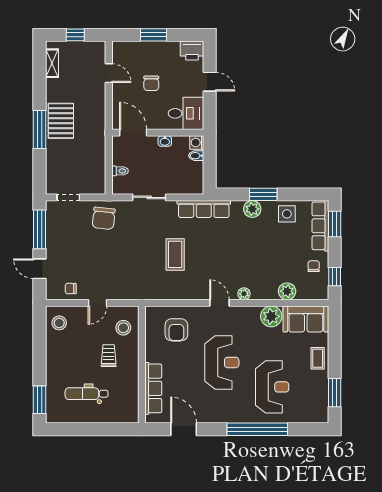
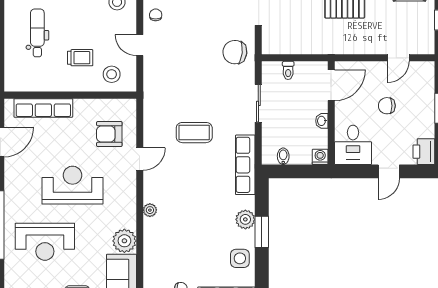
bidet: (196, 156) -> (283, 156), moved
plant: (287, 291) -> (153, 259), removed
door: (220, 303) -> (140, 159), moved
reception desk: (222, 362) -> (73, 185), turned 180

